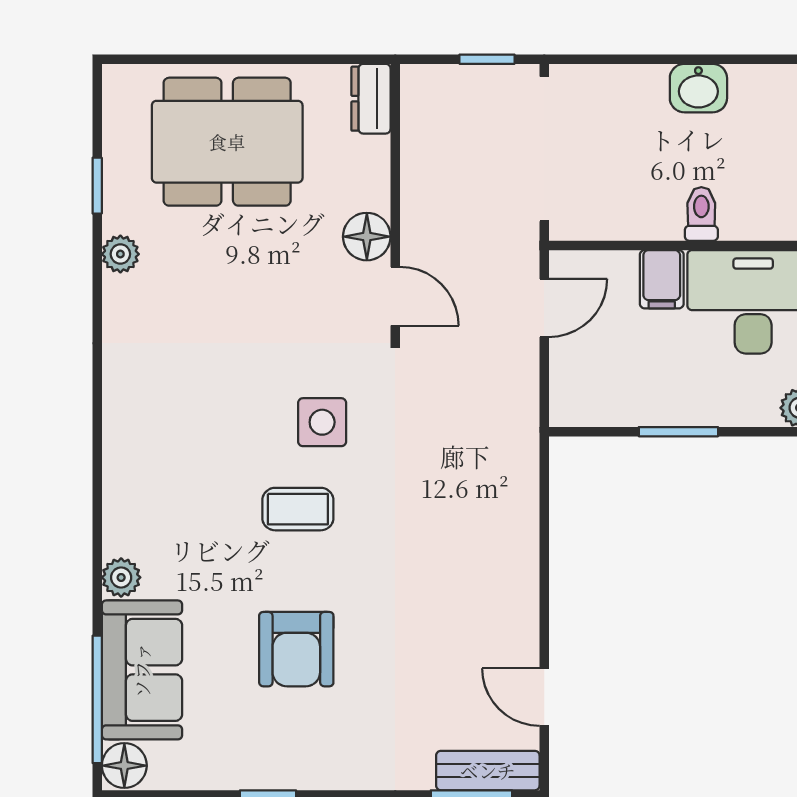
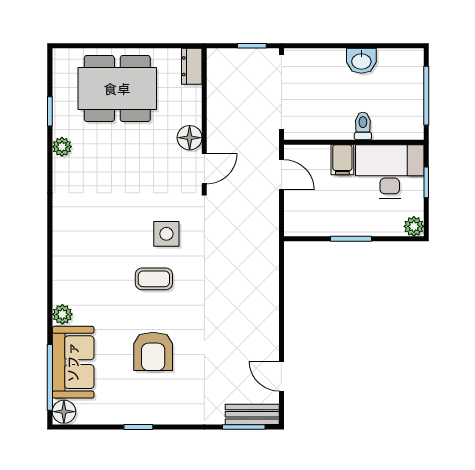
door: (395, 296) -> (204, 169), hinge flipped
door: (544, 308) -> (281, 175), hinge flipped

